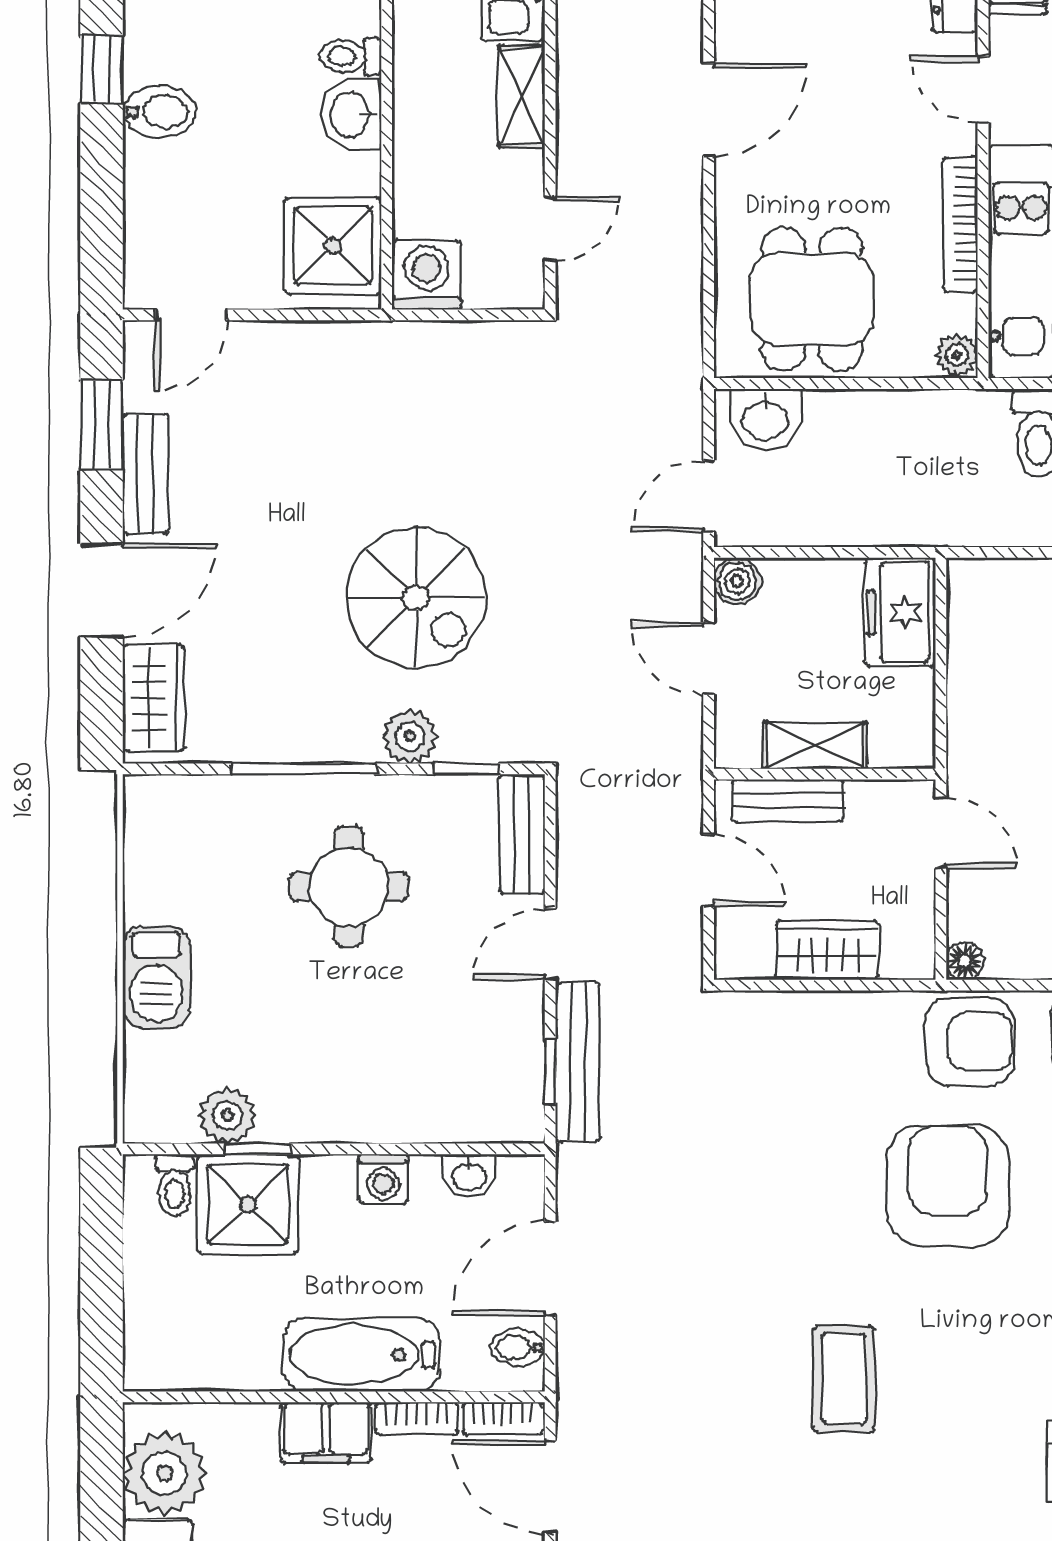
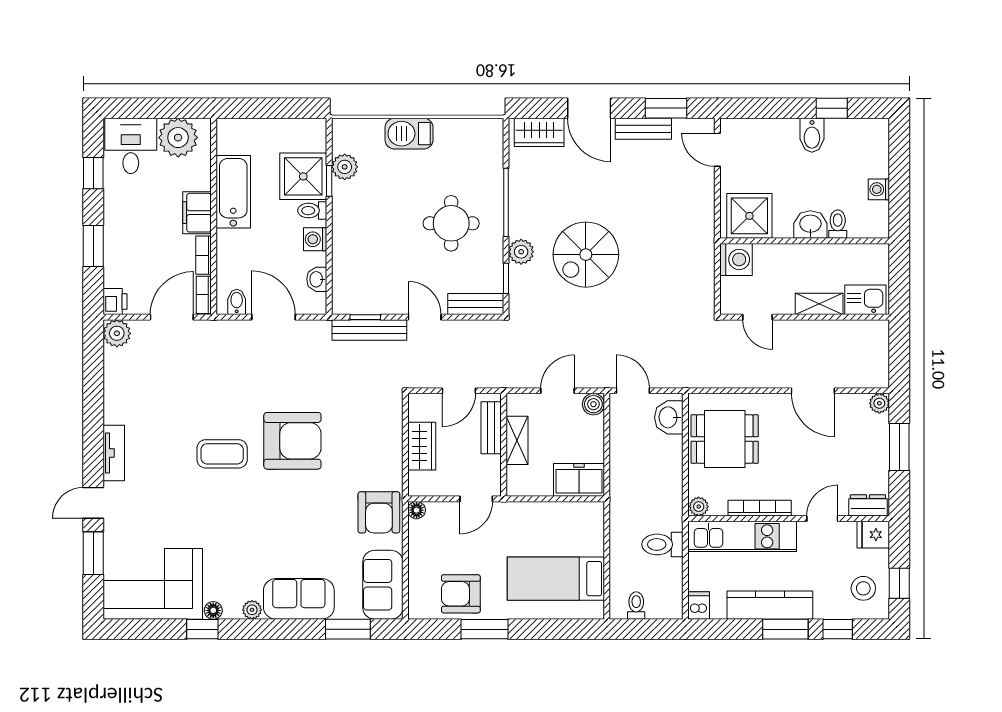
toilet: (174, 1185) -> (312, 211), moved
armchair: (948, 1186) -> (292, 441), moved
bathtub: (361, 1355) -> (233, 192), moved

